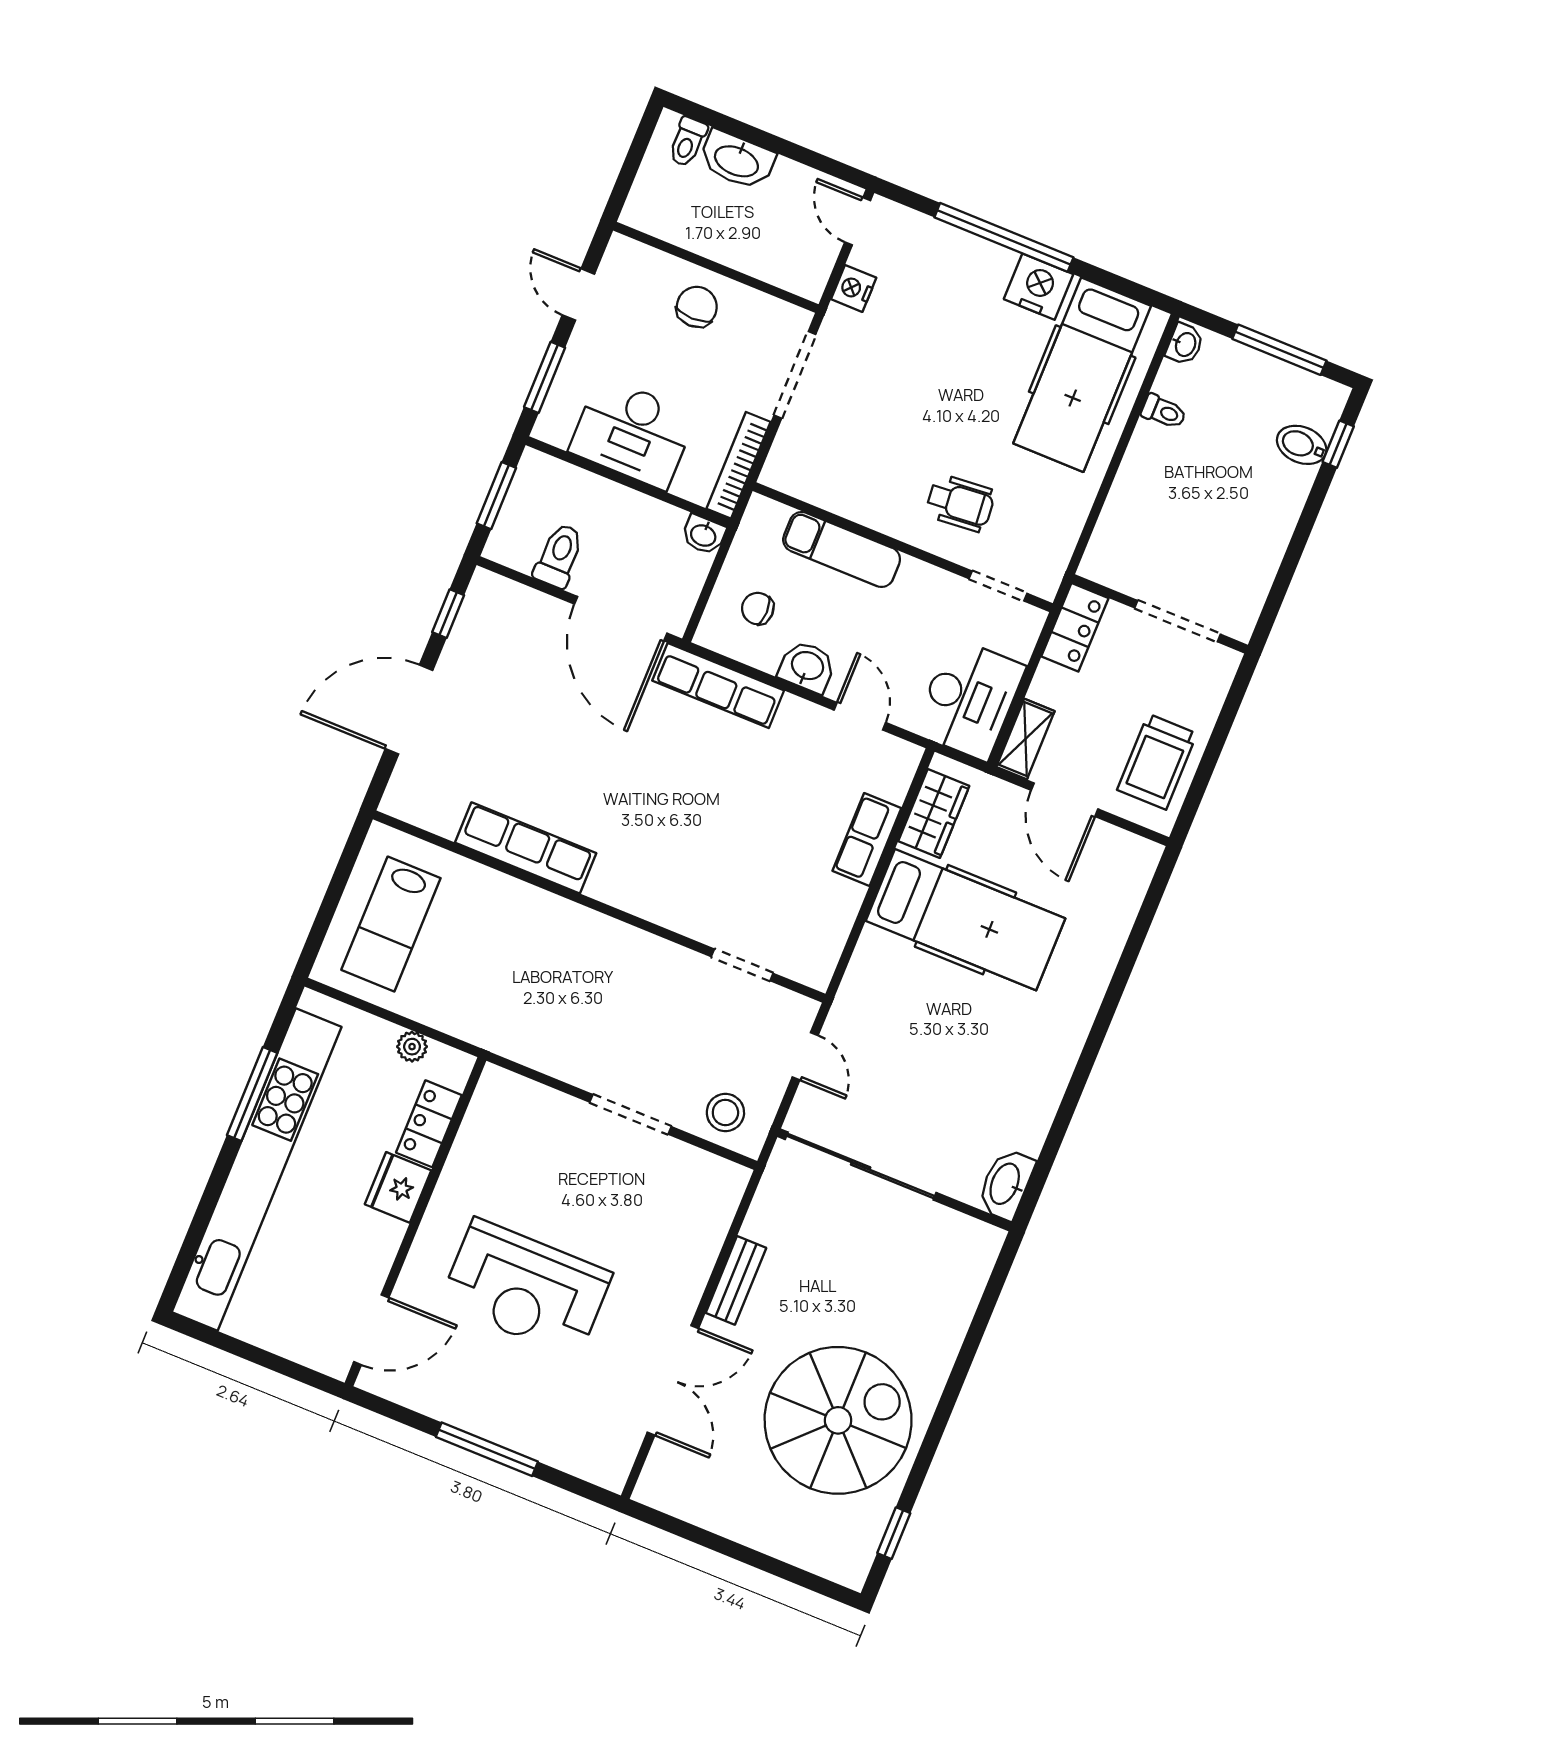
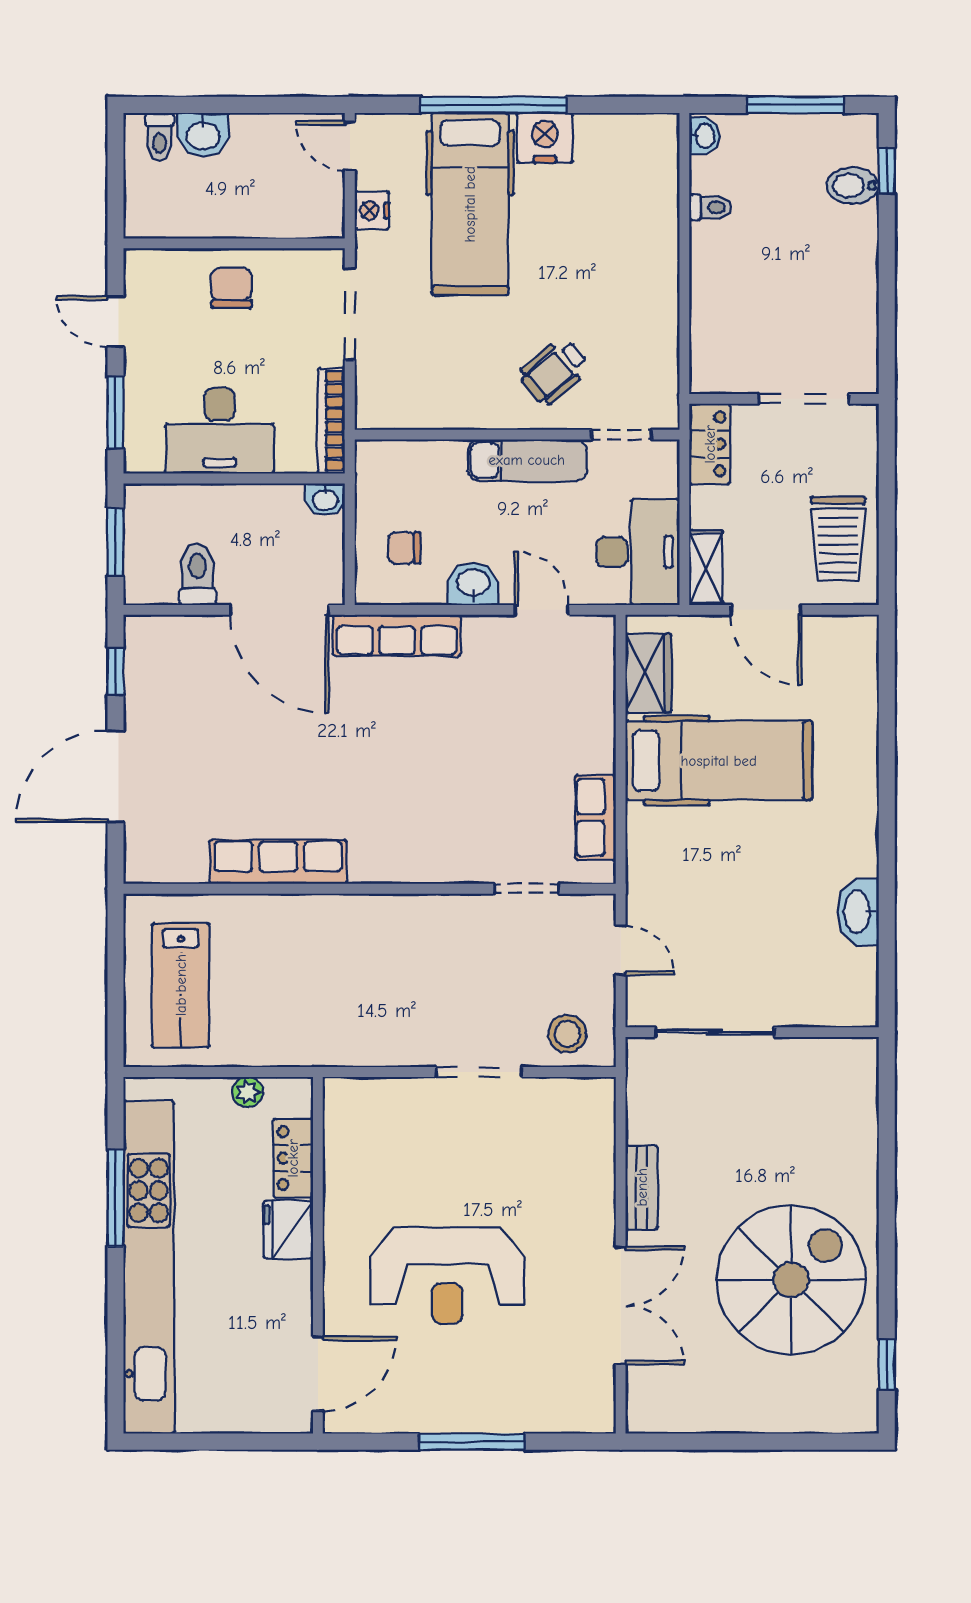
washbasin: (737, 160) -> (203, 135), width x0.72
hospital bed: (1082, 375) -> (470, 204), moved
wheelchair: (960, 503) -> (554, 371), turned 145
exam couch: (842, 549) -> (527, 460), moved
row of seats: (867, 839) -> (595, 817), moved
sliding door: (861, 1166) -> (715, 1032), width x0.73
washbasin: (1006, 1184) -> (858, 912), moved

